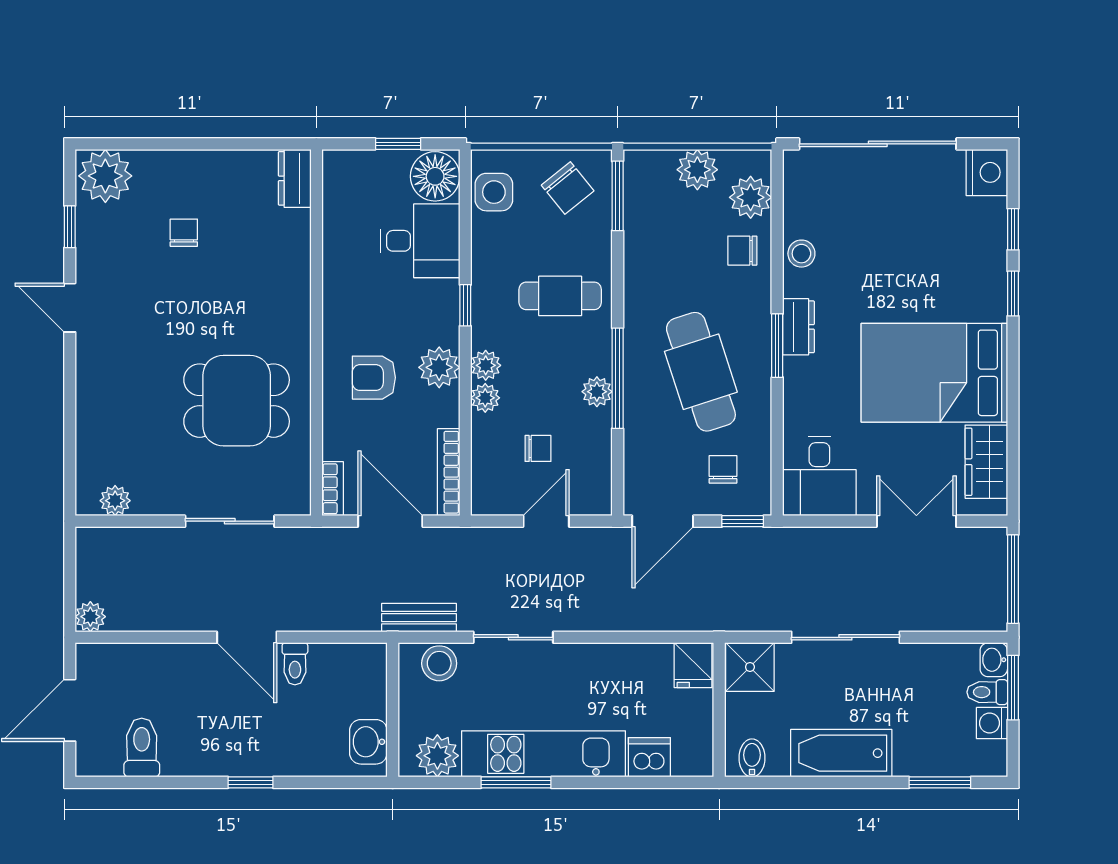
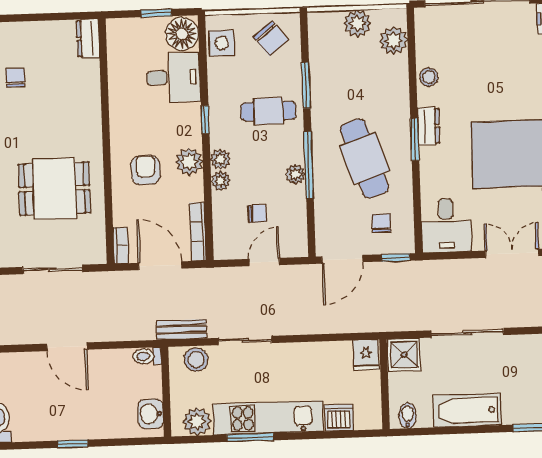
window: (618, 196) -> (306, 85), moved
chair: (742, 251) -> (389, 76), removed
armchair: (374, 378) -> (146, 170), turned 90
toilet: (295, 664) -> (147, 356), moved, turned 90

